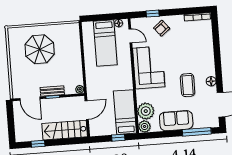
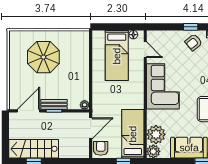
window: (153, 14) -> (191, 27), moved
armchair: (162, 28) -> (194, 42), moved
door: (30, 99) -> (29, 111), swing flipped
armchair: (97, 127) -> (101, 148), added
stairs: (65, 130) -> (34, 149), moved

